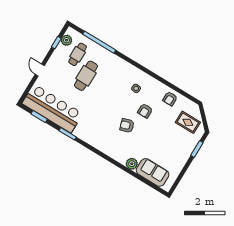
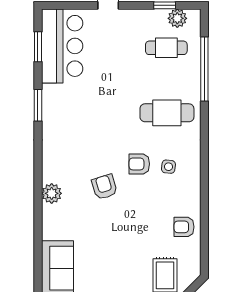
cafe table: (86, 76) -> (167, 113), moved
bar counter: (52, 108) -> (62, 46), width x0.73
armchair: (145, 111) -> (139, 164), moved
plant: (132, 164) -> (52, 193), moved

